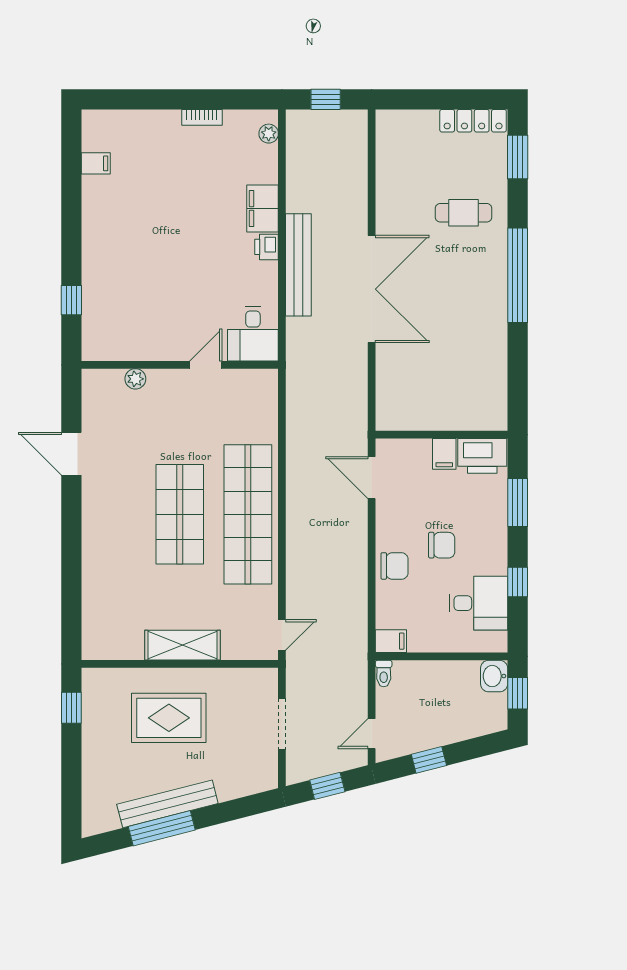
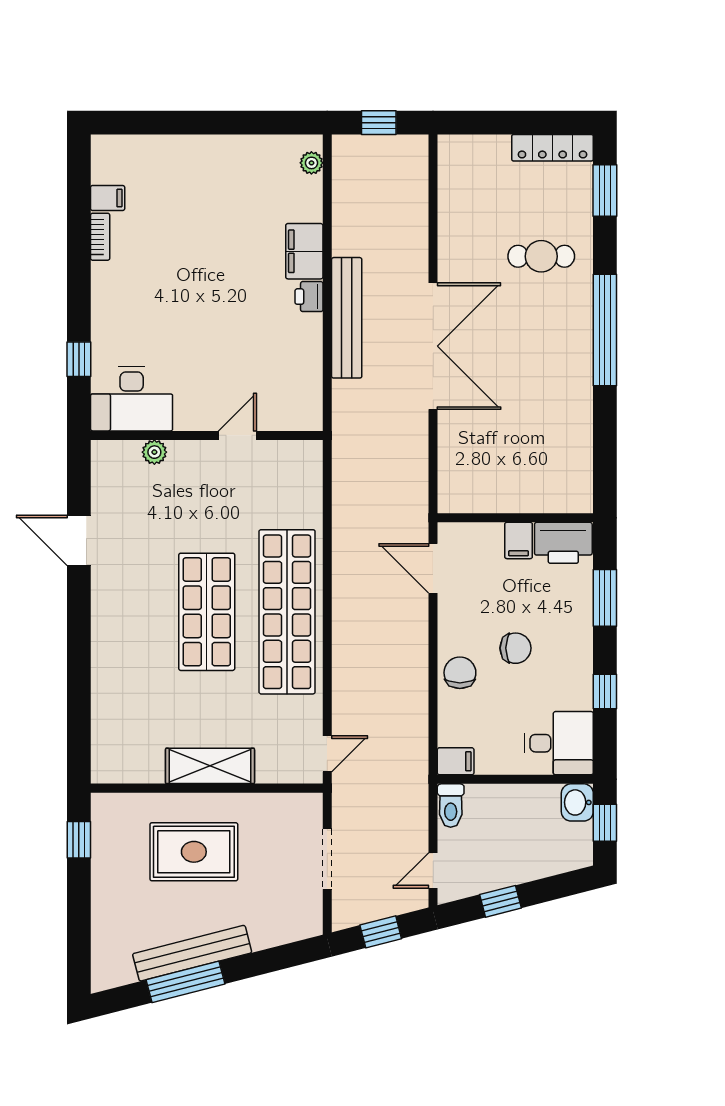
bookcase: (202, 117) -> (100, 237), moved, turned -90
desk: (253, 334) -> (132, 399), moved, width x1.37
chair: (394, 566) -> (460, 673), turned -90
desk: (479, 603) -> (559, 743), moved
toilet: (384, 673) -> (451, 806), width x1.37, depth x1.39

